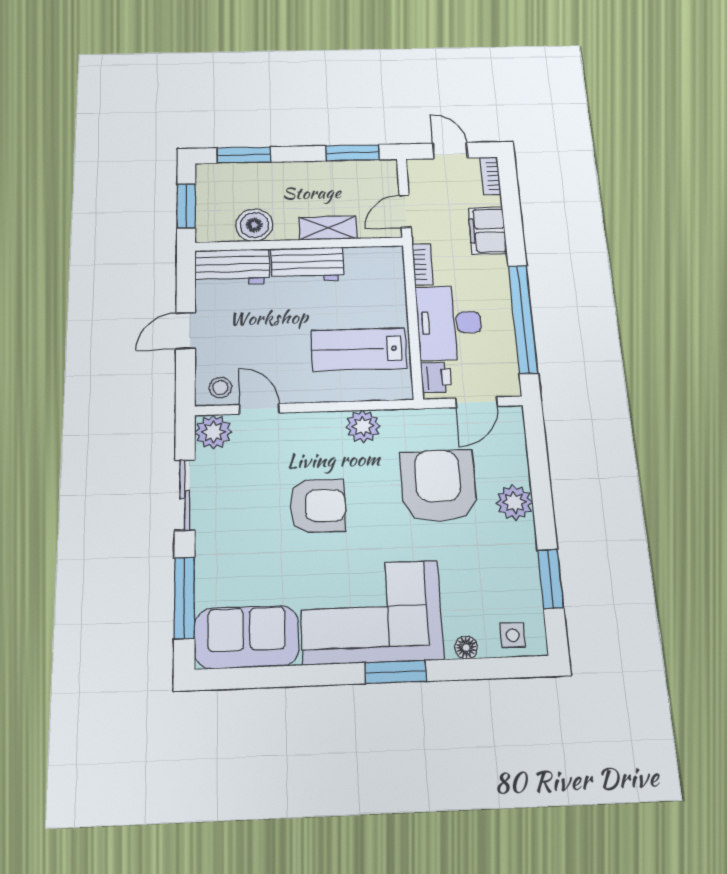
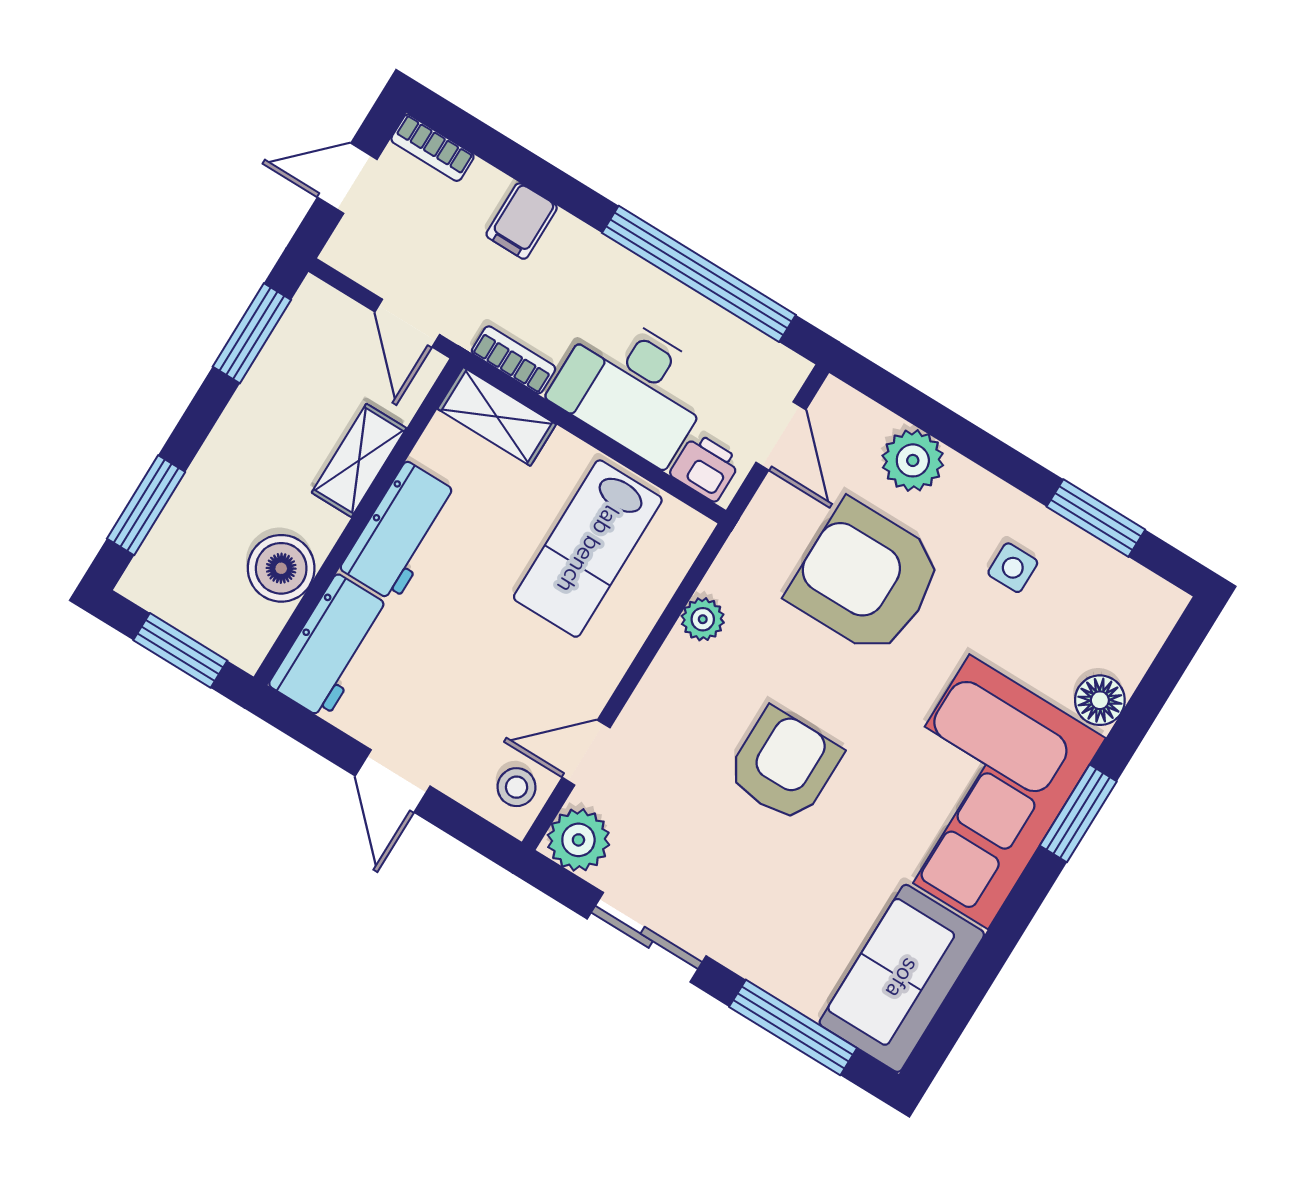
filing cabinet: (487, 230) -> (522, 221), width x0.50
shelving: (391, 273) -> (497, 417), added
plant: (363, 426) -> (703, 619), width x0.73, depth x0.73
plant: (514, 502) -> (913, 460), moved
side table: (513, 635) -> (1013, 568), moved
floor lamp: (466, 647) -> (1100, 700), width x1.37, depth x1.37

